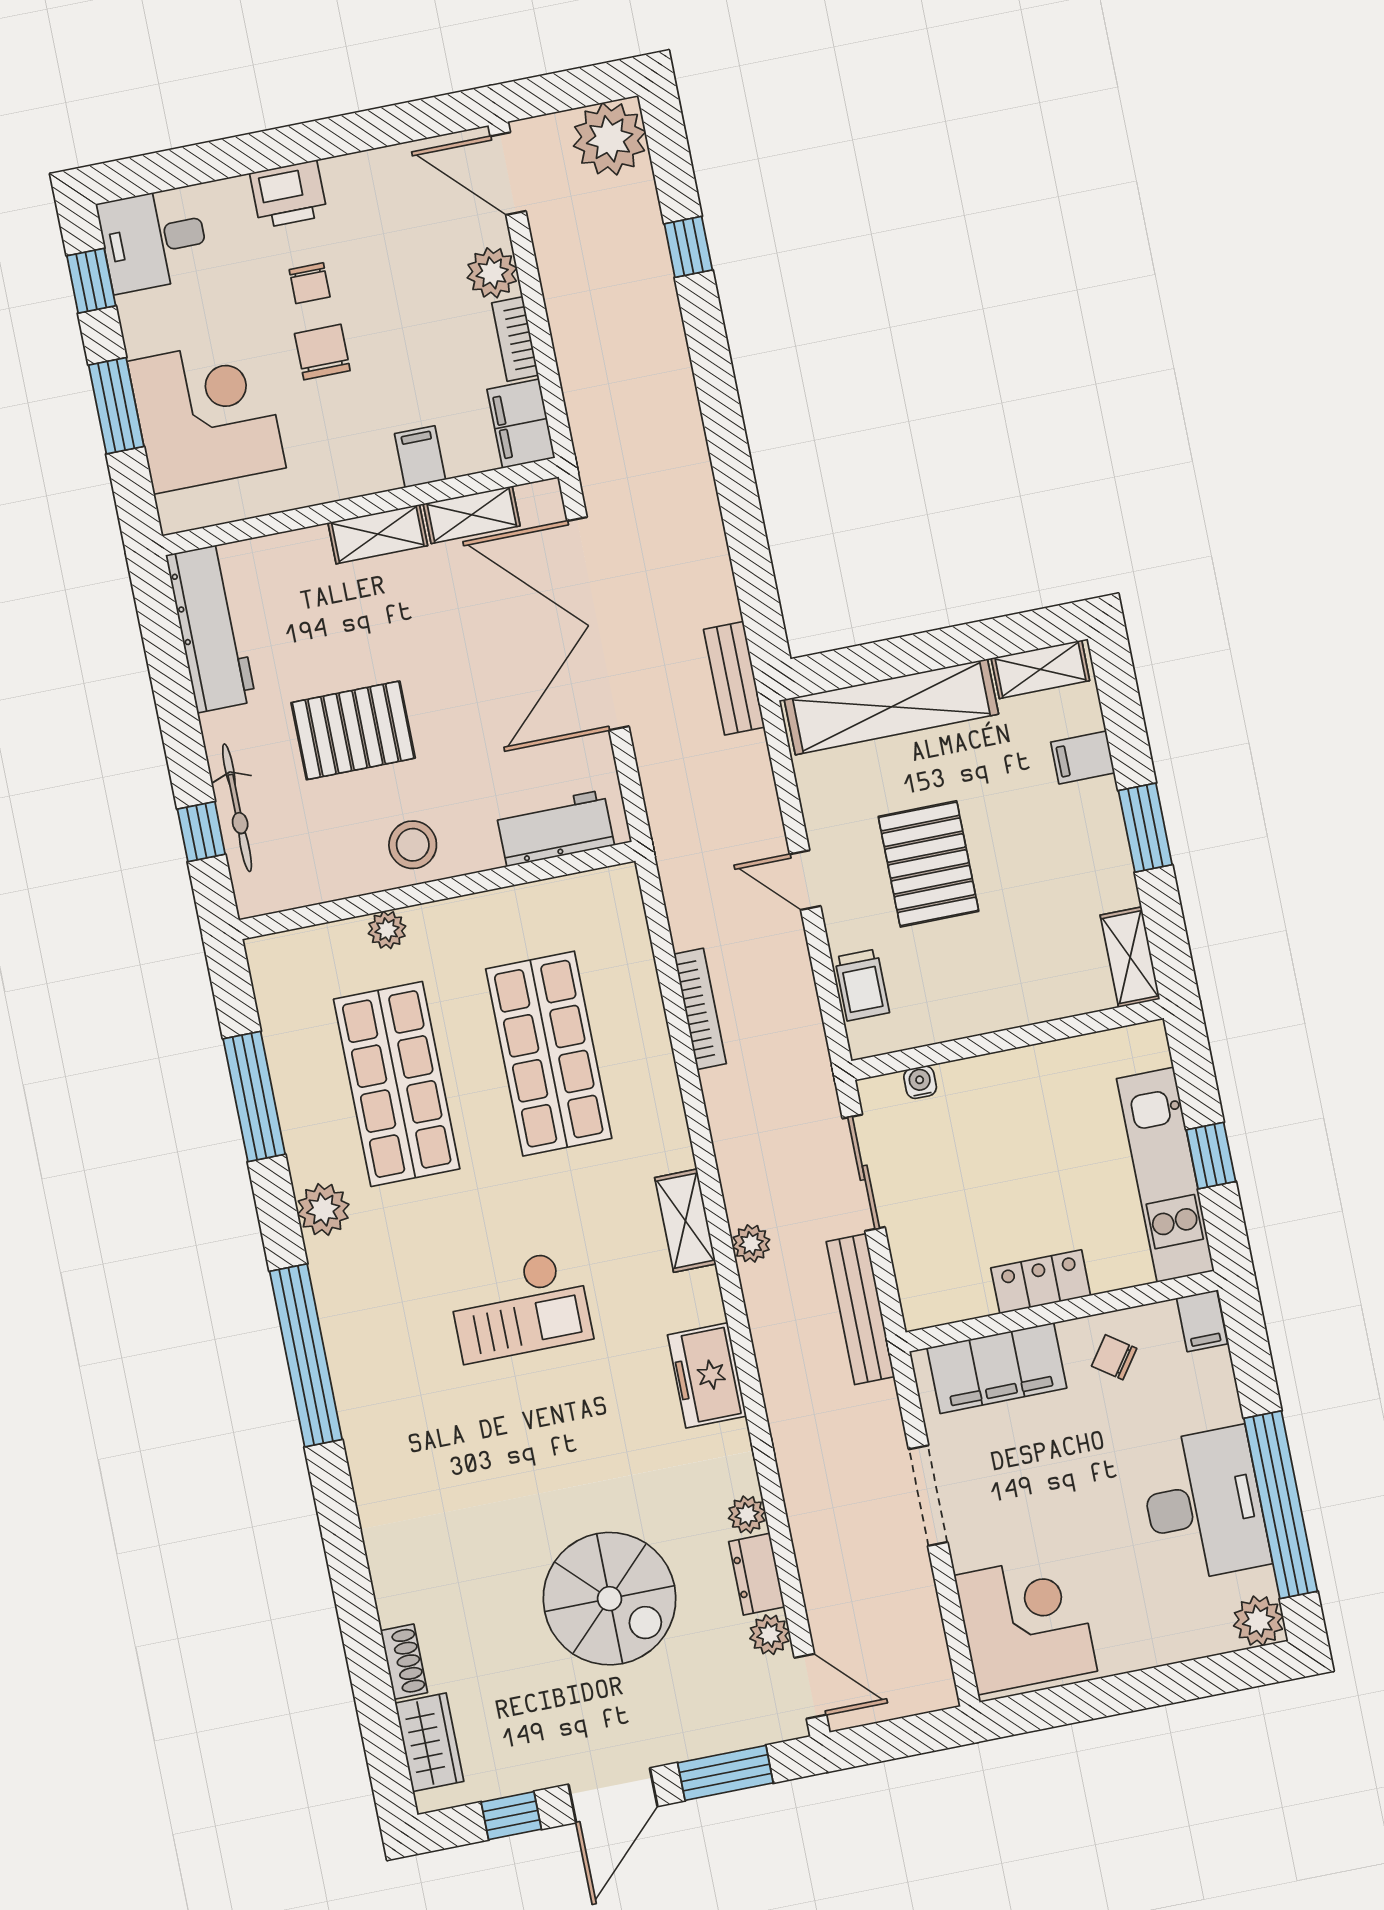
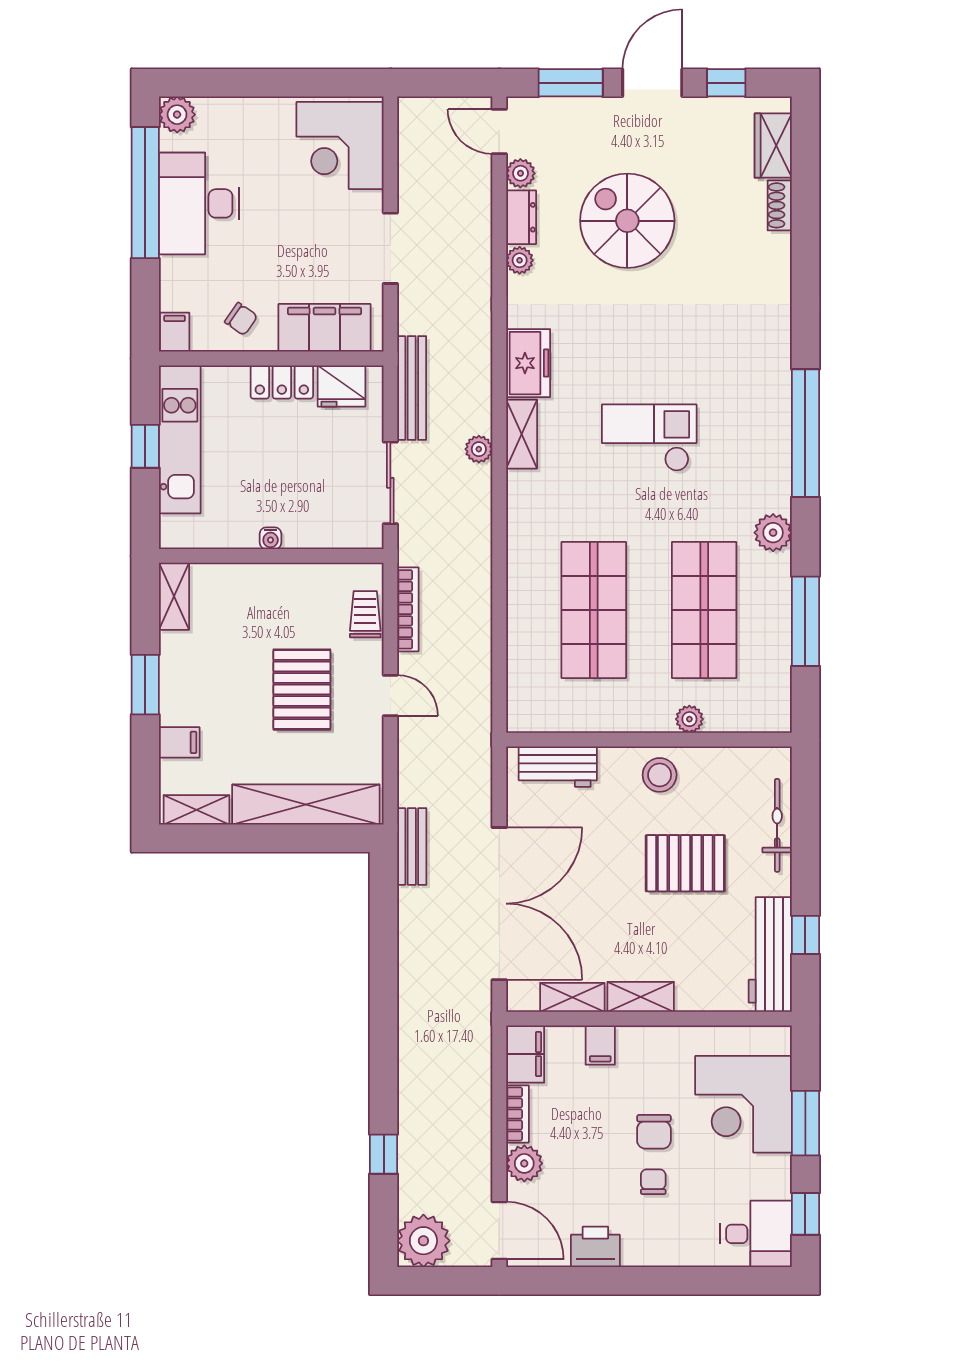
printer: (289, 194) -> (595, 1247), moved
window: (201, 832) -> (805, 935), moved
bookcase: (700, 1009) -> (408, 609), moved, turned 180
water cooler: (920, 1082) -> (271, 538), moved
shelving: (685, 1221) -> (522, 434), moved
fridge: (958, 1293) -> (341, 386), added

